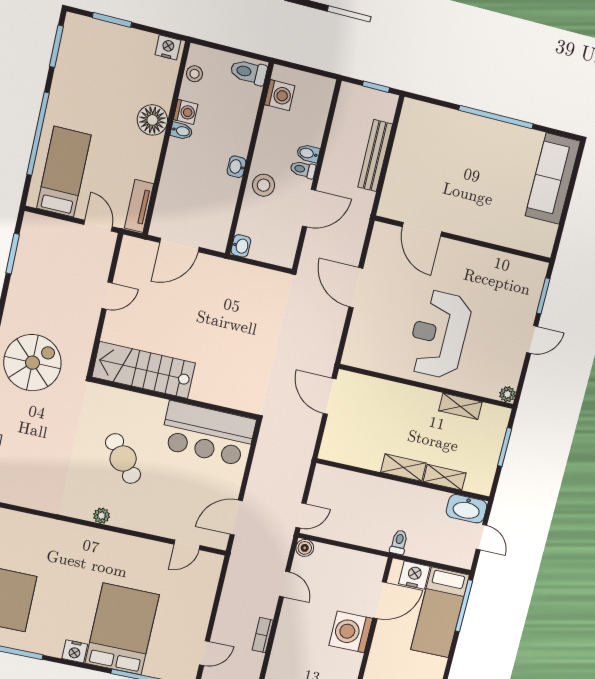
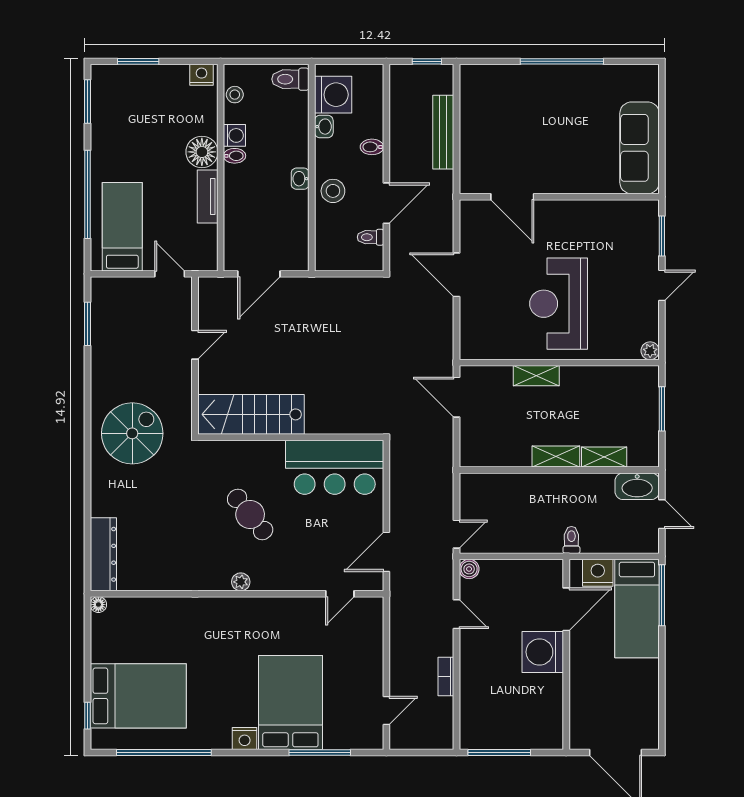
washing machine: (280, 95) -> (333, 95), width x1.37, depth x1.37
toilet: (303, 169) -> (371, 237), moved
sofa: (553, 179) -> (640, 148), moved
tv unit: (139, 206) -> (208, 196), moved
washbasin: (241, 246) -> (324, 127), moved
shelving: (460, 406) -> (536, 376), moved

